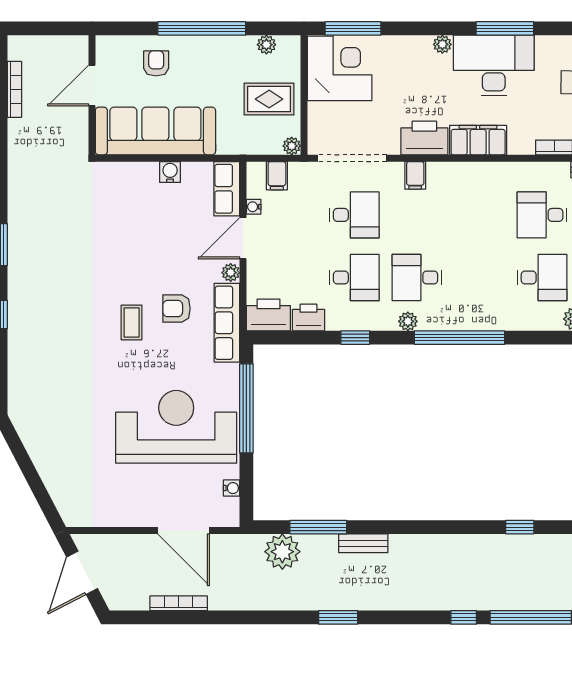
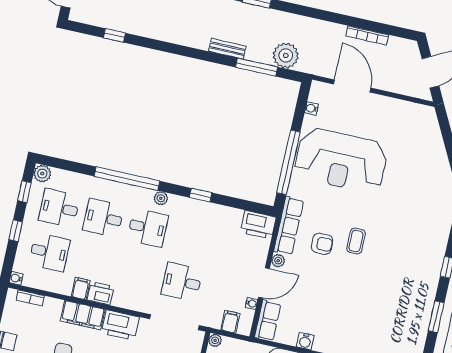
filing cabinet: (415, 175) -> (81, 288), moved
desk: (354, 277) -> (103, 218), moved
printer: (308, 317) -> (101, 293), moved, turned 180

